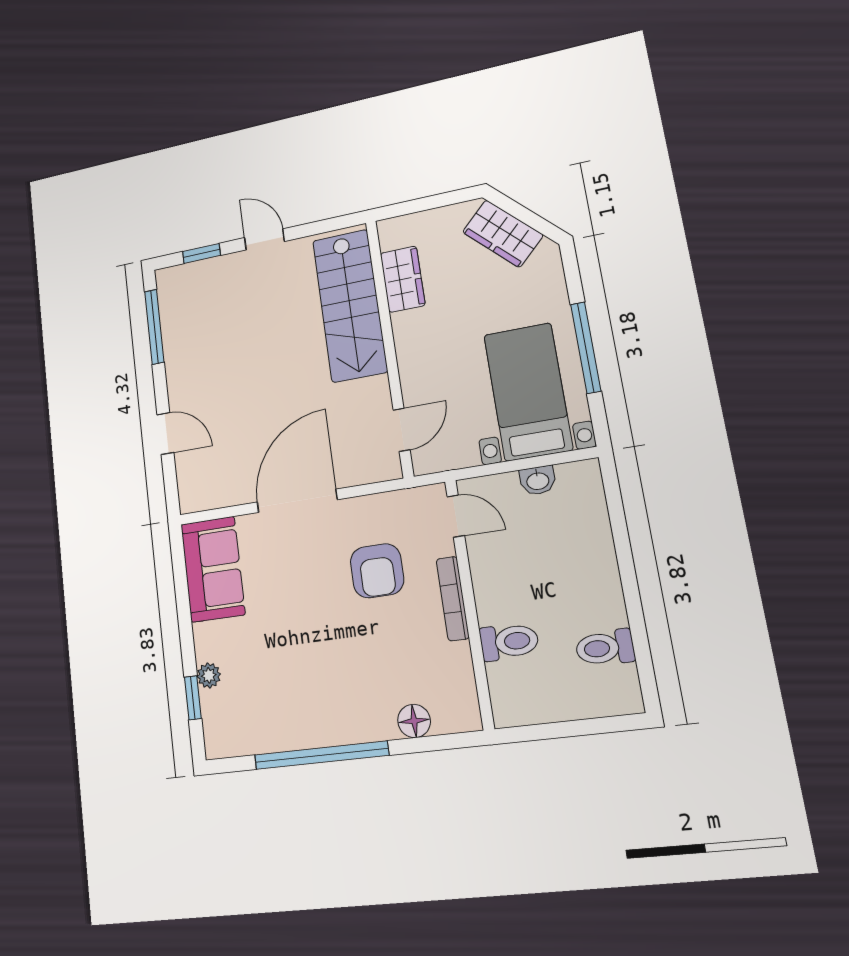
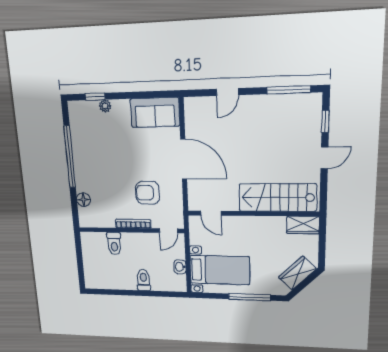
wardrobe: (403, 279) -> (303, 225), moved
window: (586, 348) -> (250, 297), moved
toilet: (605, 648) -> (143, 280), moved

